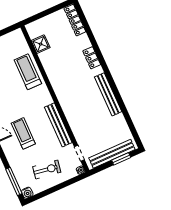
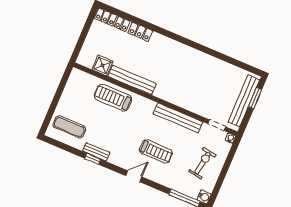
locker: (92, 58) -> (140, 32), moved
bench: (108, 94) -> (132, 80), moved
treadmill: (23, 133) -> (156, 151), turned 180

